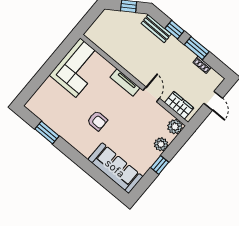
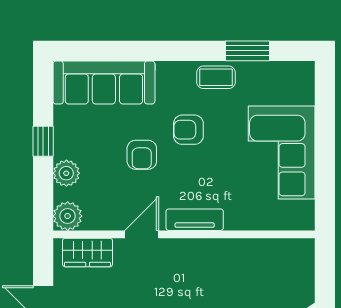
corner sofa: (78, 68) -> (282, 152), moved
door: (151, 94) -> (142, 234), swing flipped
armchair: (124, 126) -> (142, 155), added
coffee table: (69, 133) -> (216, 77), added

